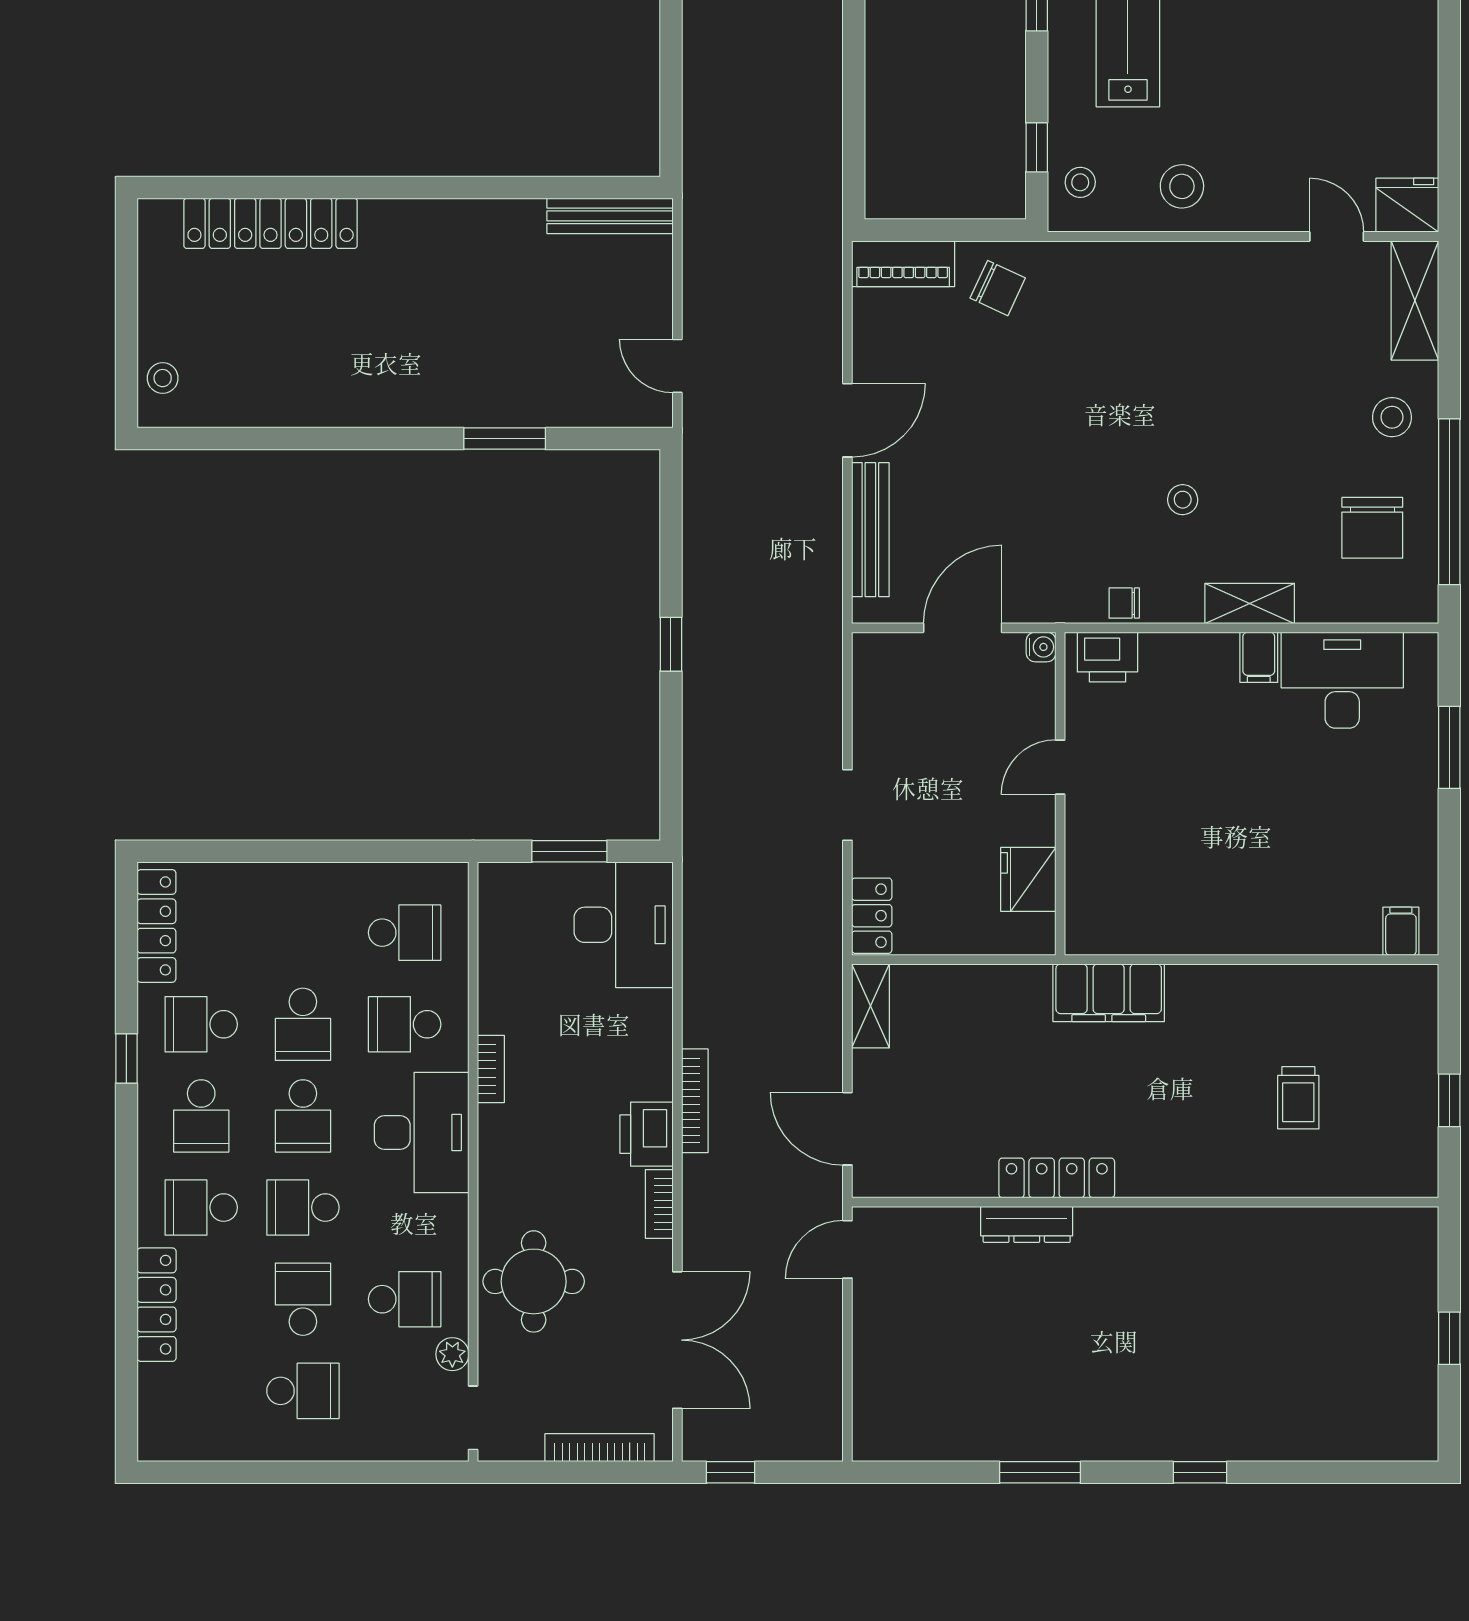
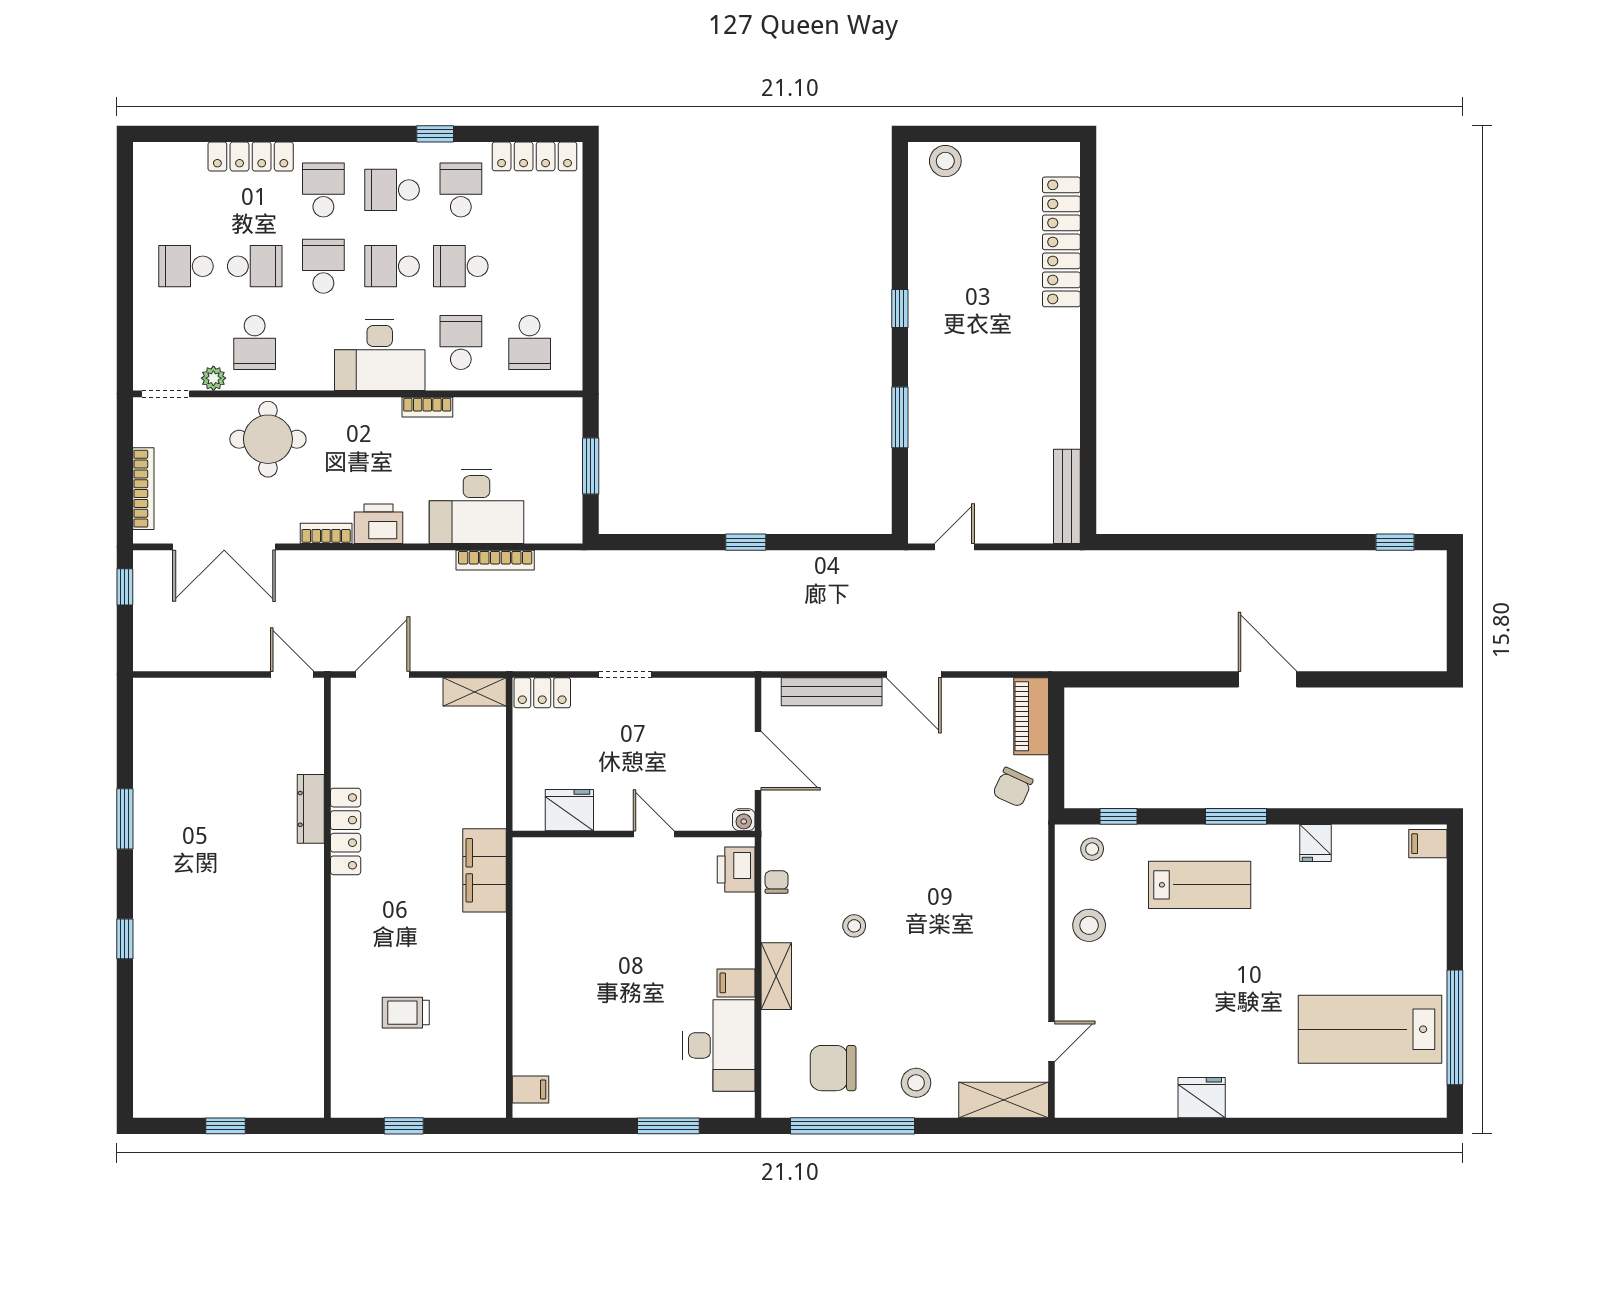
fridge: (1407, 205) -> (1202, 1098), moved, turned -90
stool: (163, 378) -> (945, 161), width x1.37, depth x1.37
window: (359, 439) -> (900, 309), added
desk: (624, 925) -> (476, 507), moved
bookcase: (695, 1101) -> (495, 560), moved
school desk: (303, 1391) -> (186, 266), turned 90

